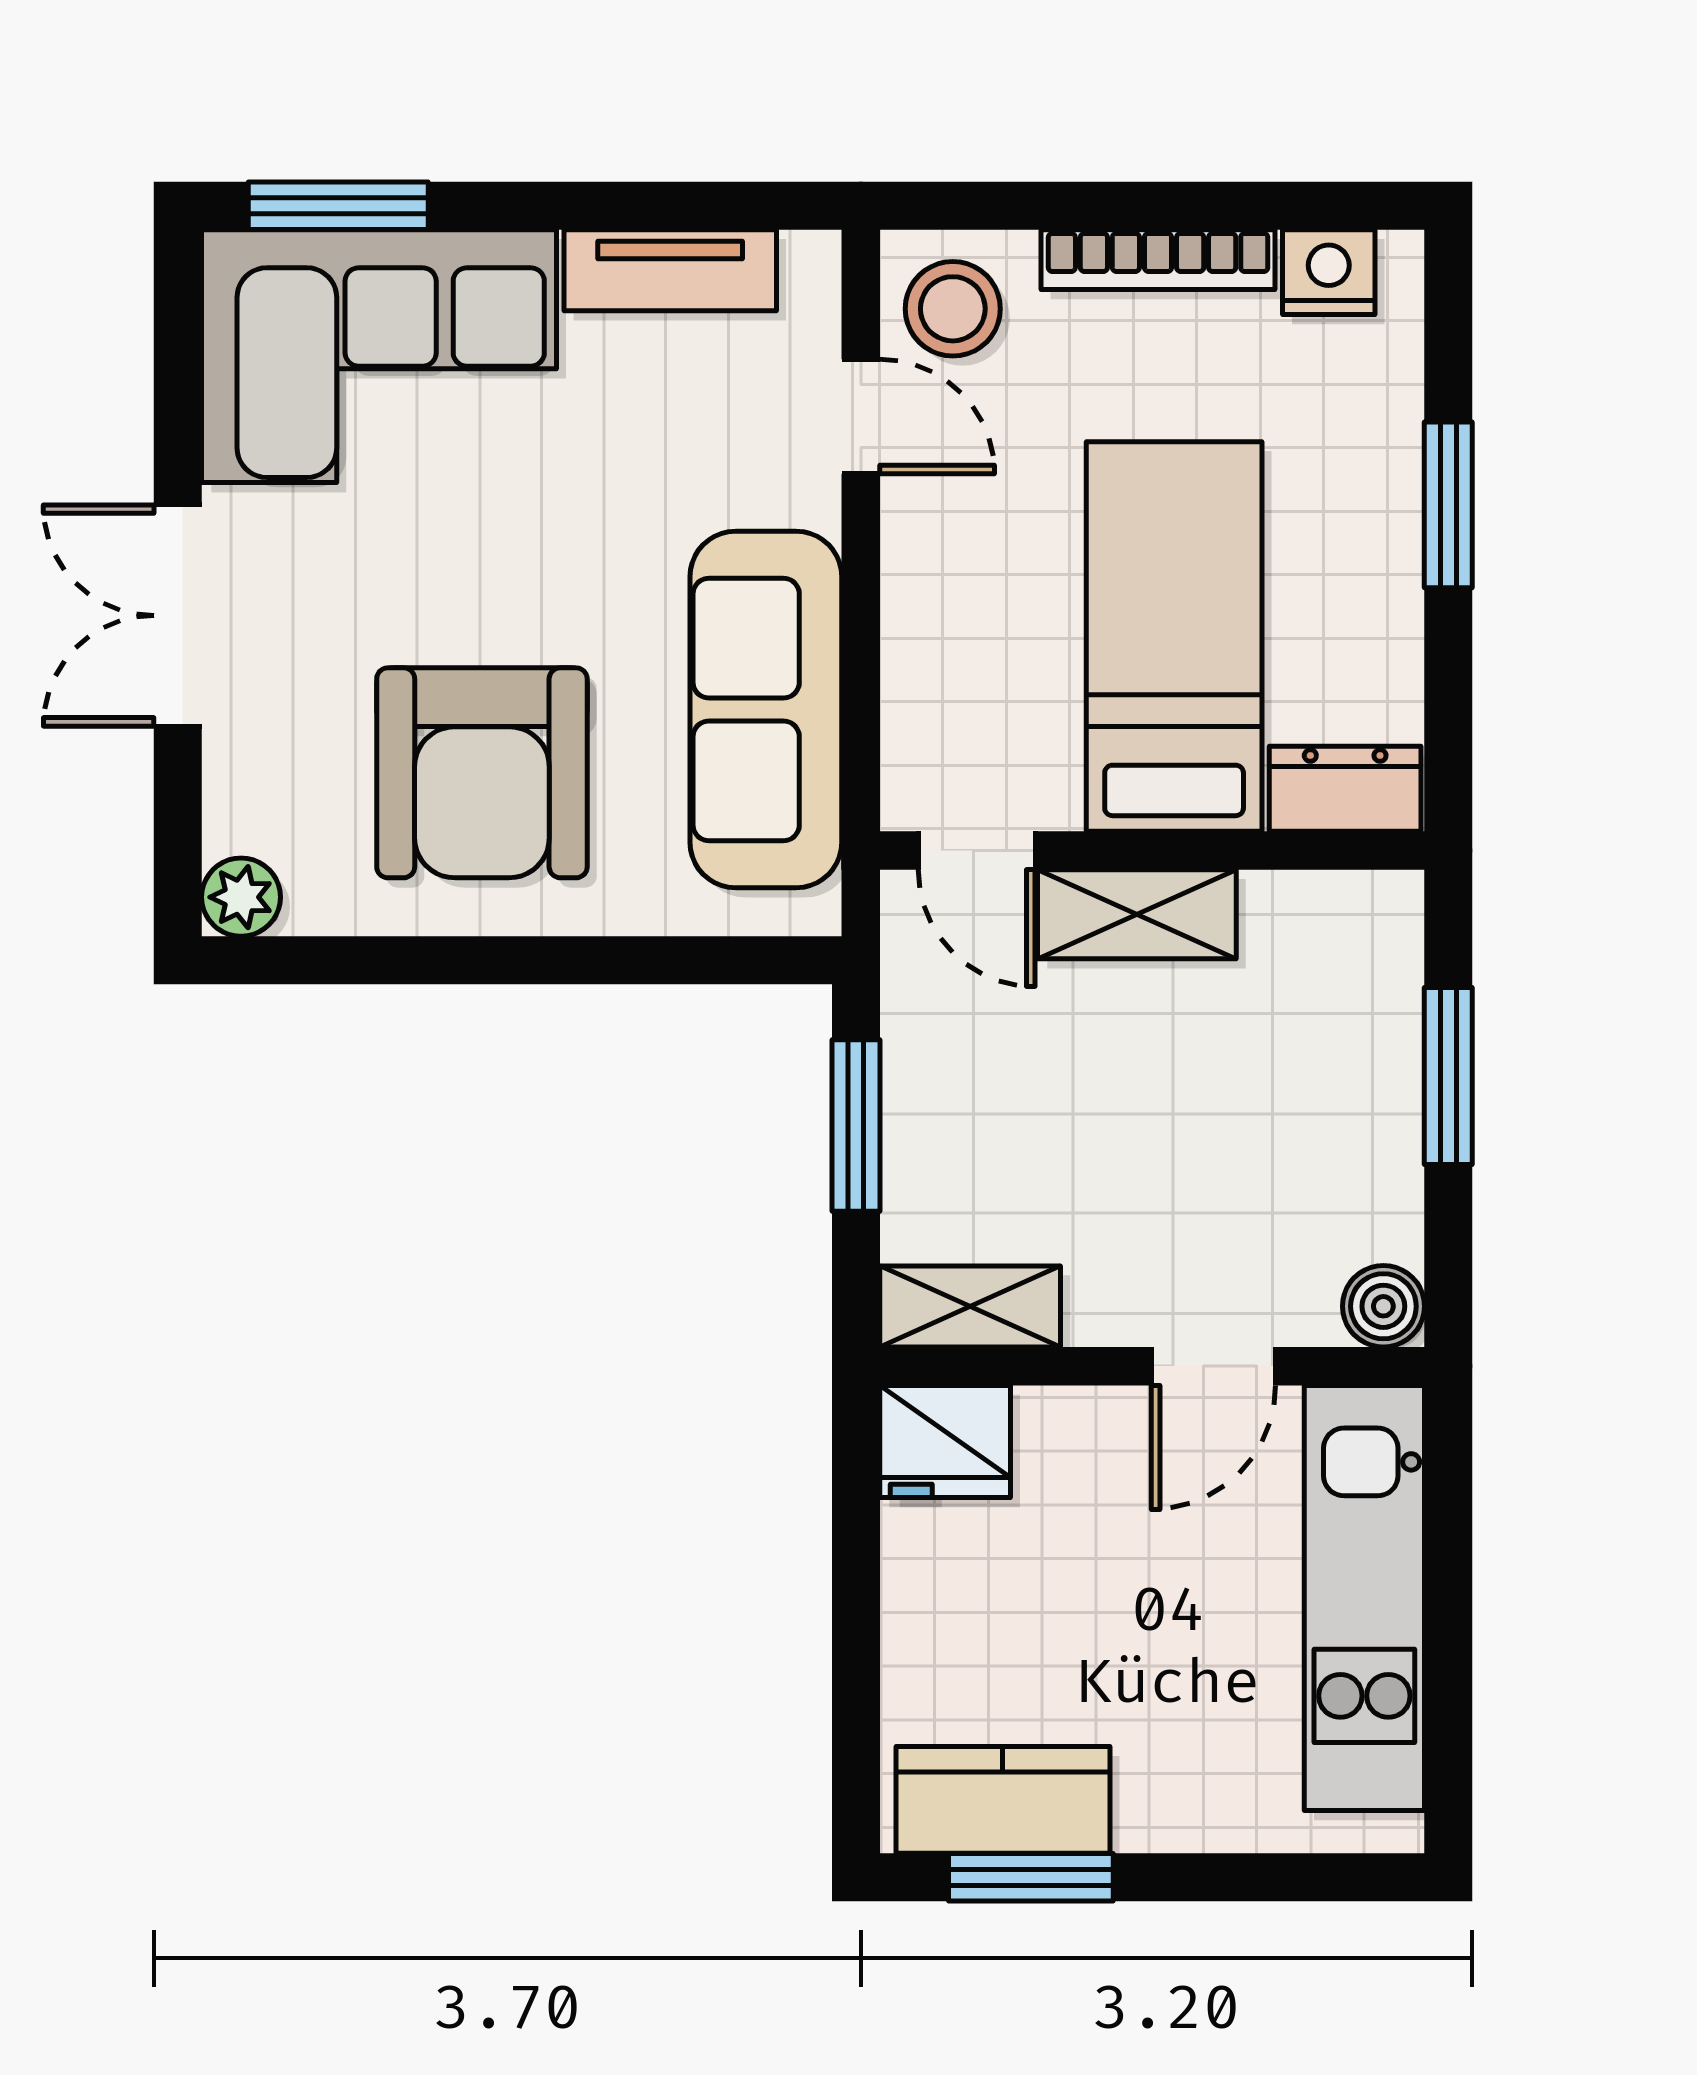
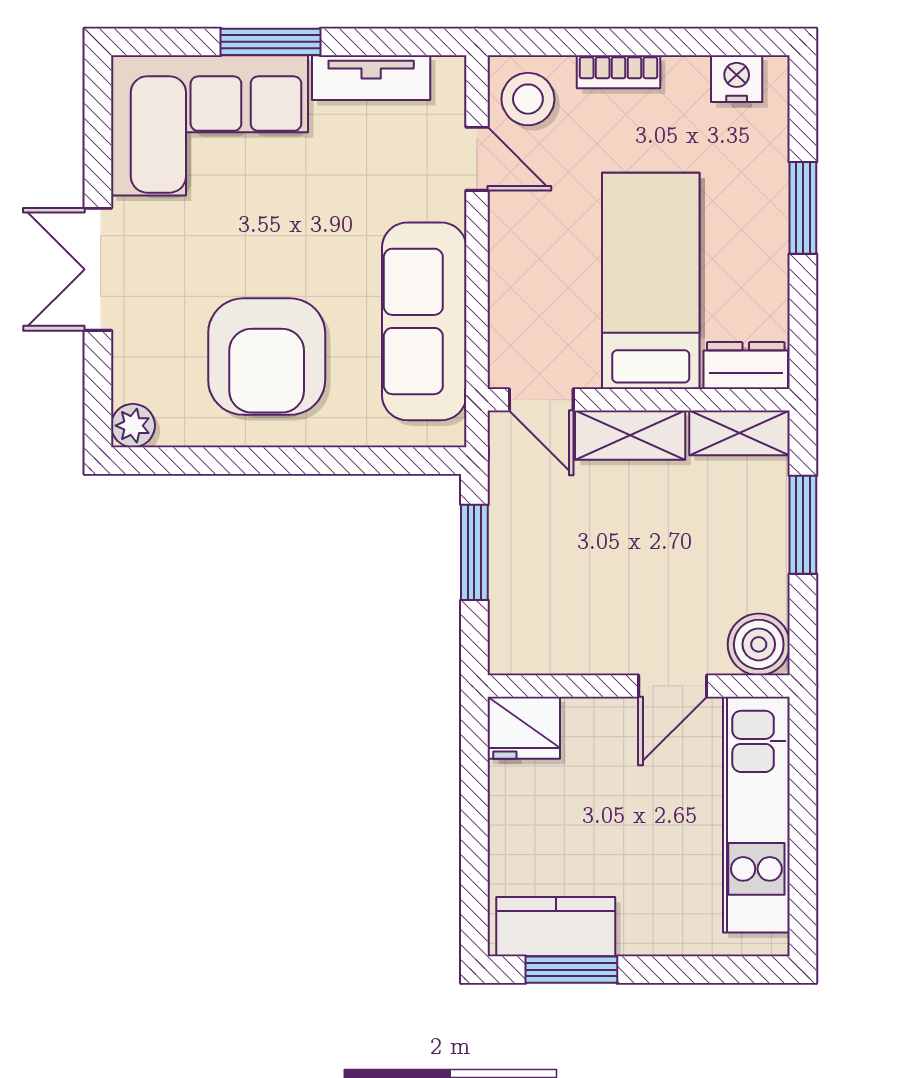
window: (338, 206) -> (270, 42), moved
bookcase: (1158, 260) -> (619, 72), width x0.64
boiler: (1383, 1306) -> (759, 644), width x1.36, depth x1.36
shelving: (970, 1307) -> (740, 433), moved

